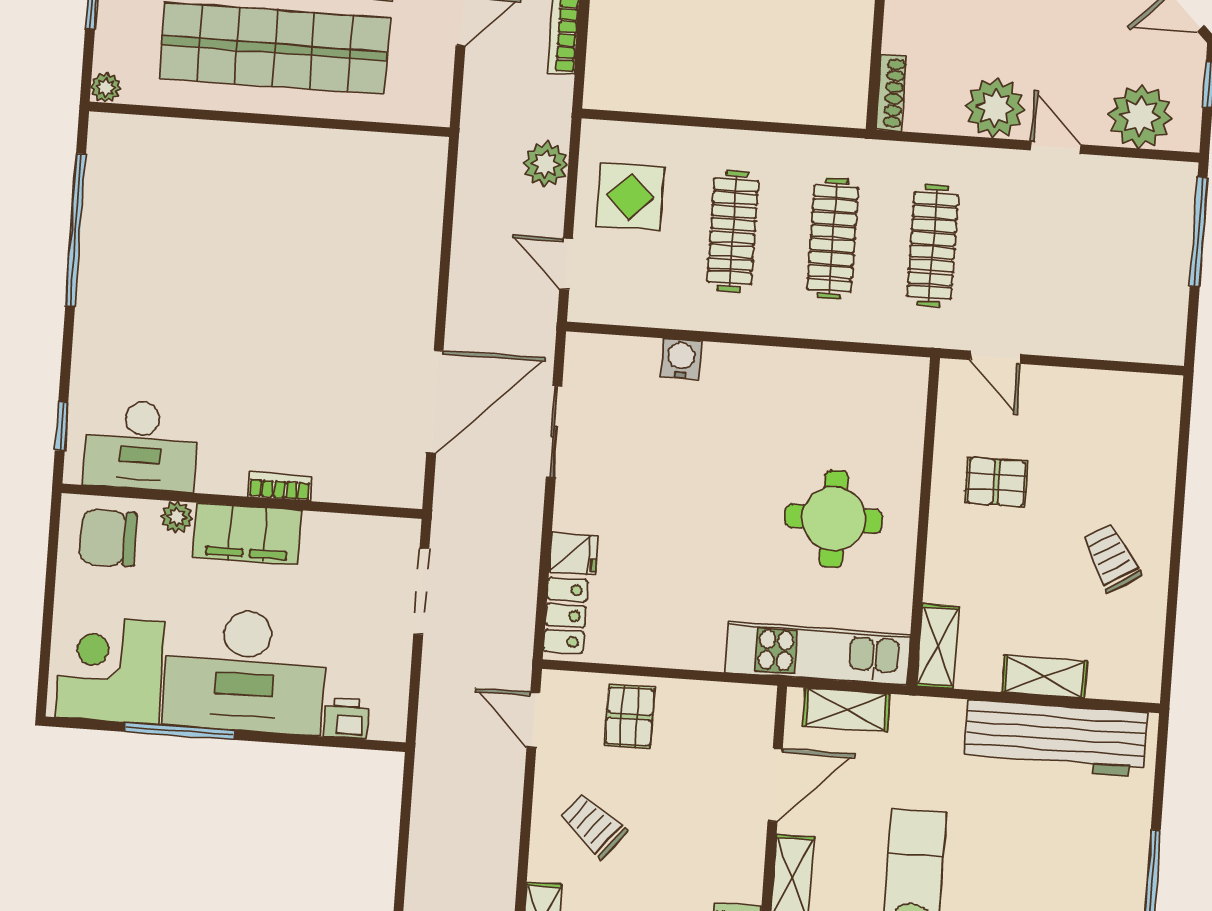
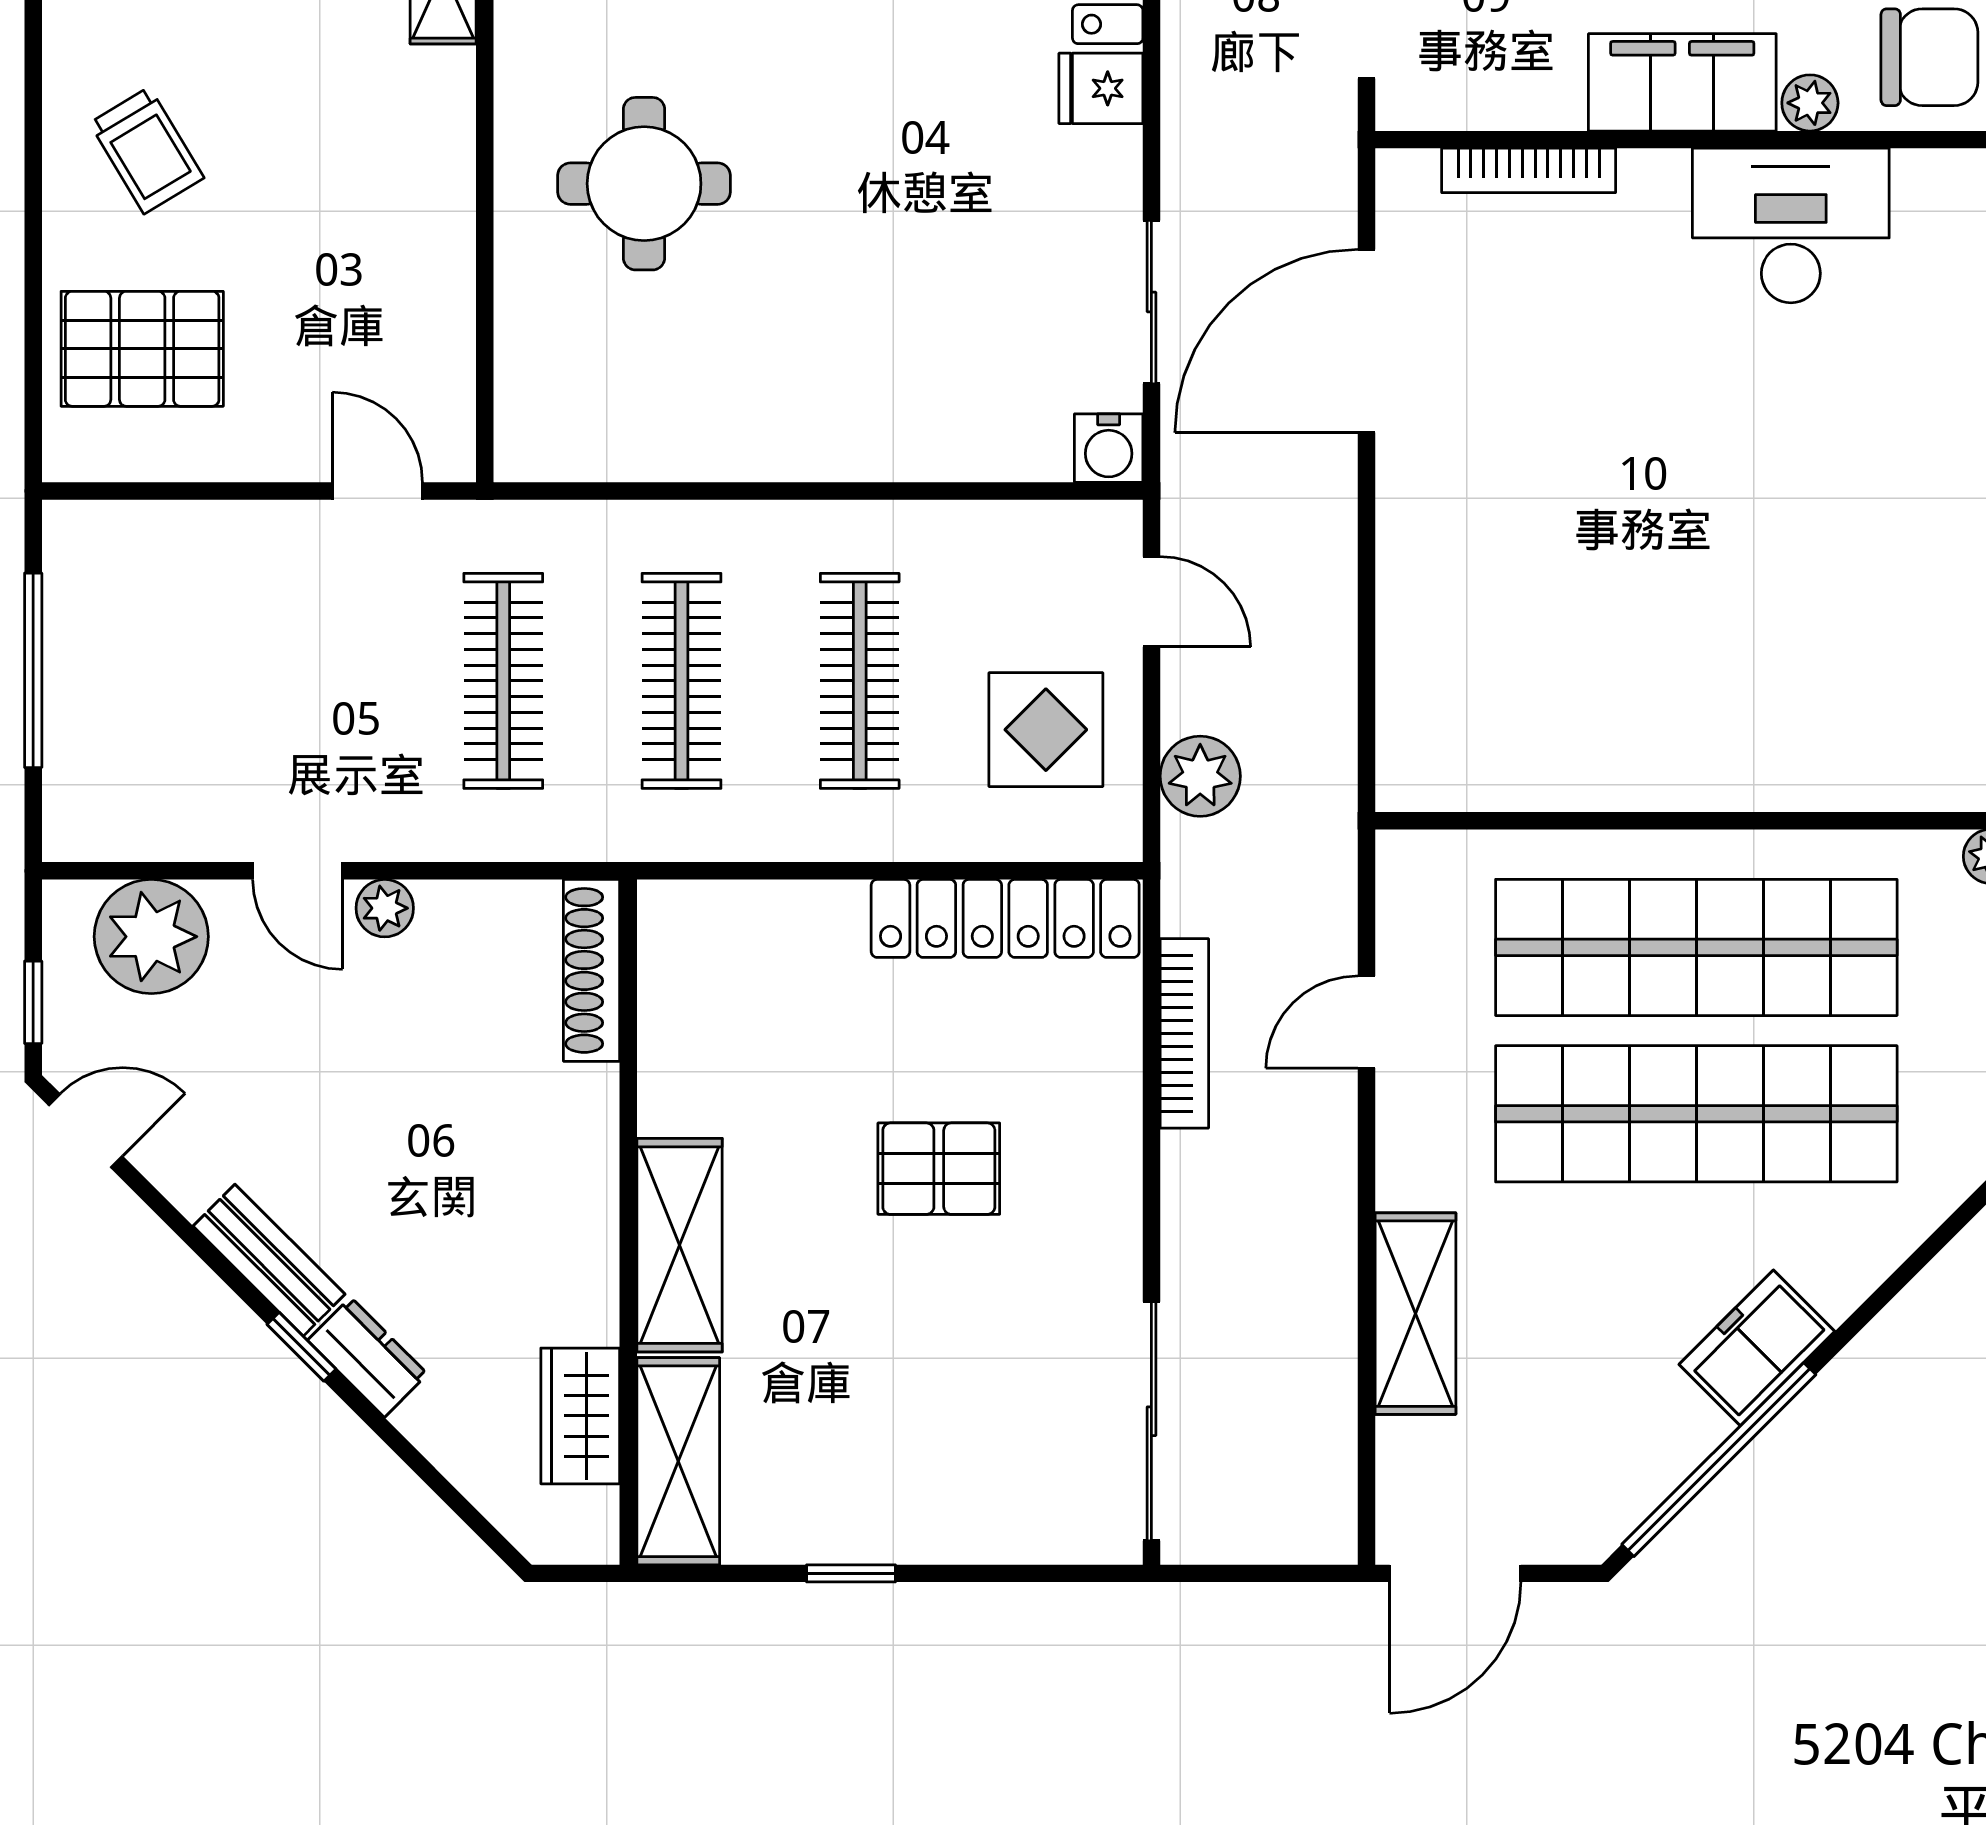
locker: (661, 92) -> (1005, 918), added
shoe rack: (891, 93) -> (591, 970), width x1.36, depth x1.24
plant: (995, 108) -> (385, 908), width x0.53, depth x0.53
window: (1199, 232) -> (33, 670), moved
water cooler: (681, 359) -> (1109, 448), moved
desk: (141, 445) -> (1791, 226), moved
pallet: (996, 482) -> (142, 349), moved, width x1.50, depth x1.42
bookcase: (280, 486) -> (1529, 170), moved, width x1.56

